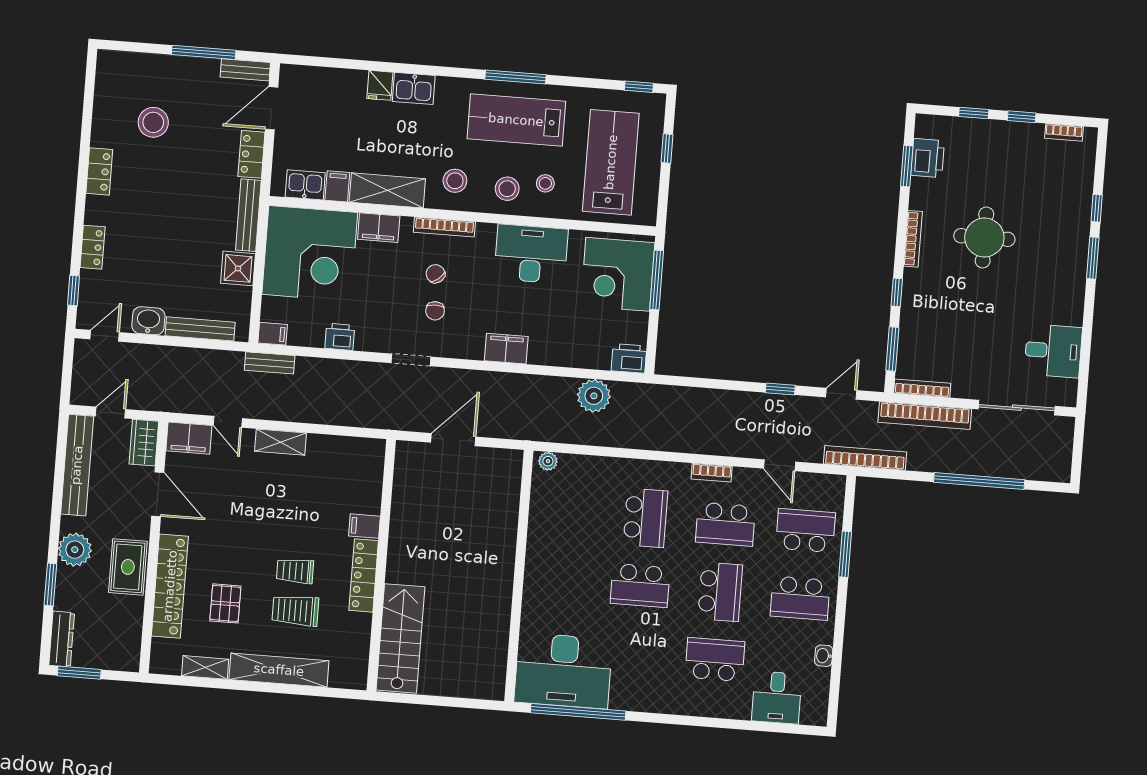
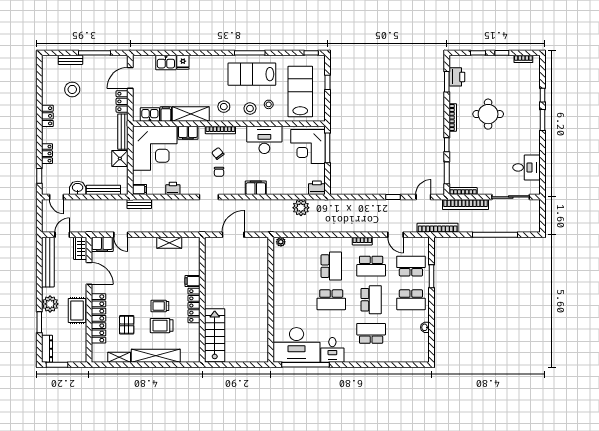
bench: (245, 70) -> (70, 60), moved
kitchen sink: (414, 88) -> (166, 63), moved
door: (105, 336) -> (56, 197), swing flipped
shelving: (281, 442) -> (169, 243), moved
desk: (777, 697) -> (332, 350), moved

